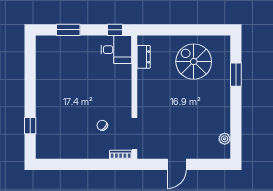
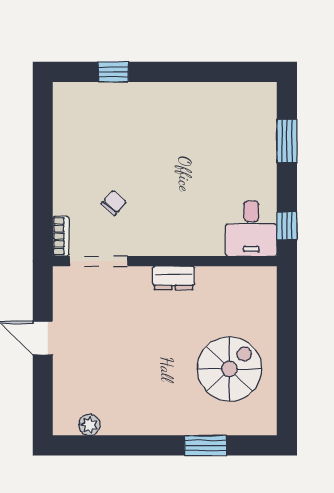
dresser: (144, 57) -> (174, 278), moved

